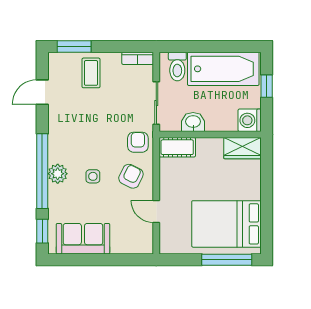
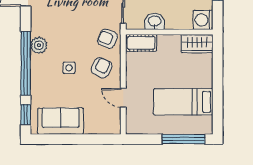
armchair: (138, 142) -> (108, 39), turned -68
plant: (58, 174) -> (39, 45), moved
bed: (226, 224) -> (183, 102), width x0.67

